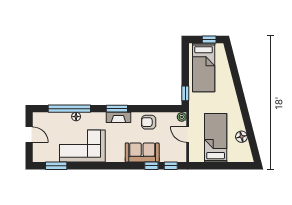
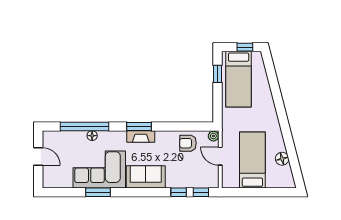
window: (185, 93) -> (217, 74), moved
armchair: (149, 122) -> (188, 143), moved
sofa: (142, 152) -> (146, 177), moved
window: (56, 166) -> (98, 192), moved

